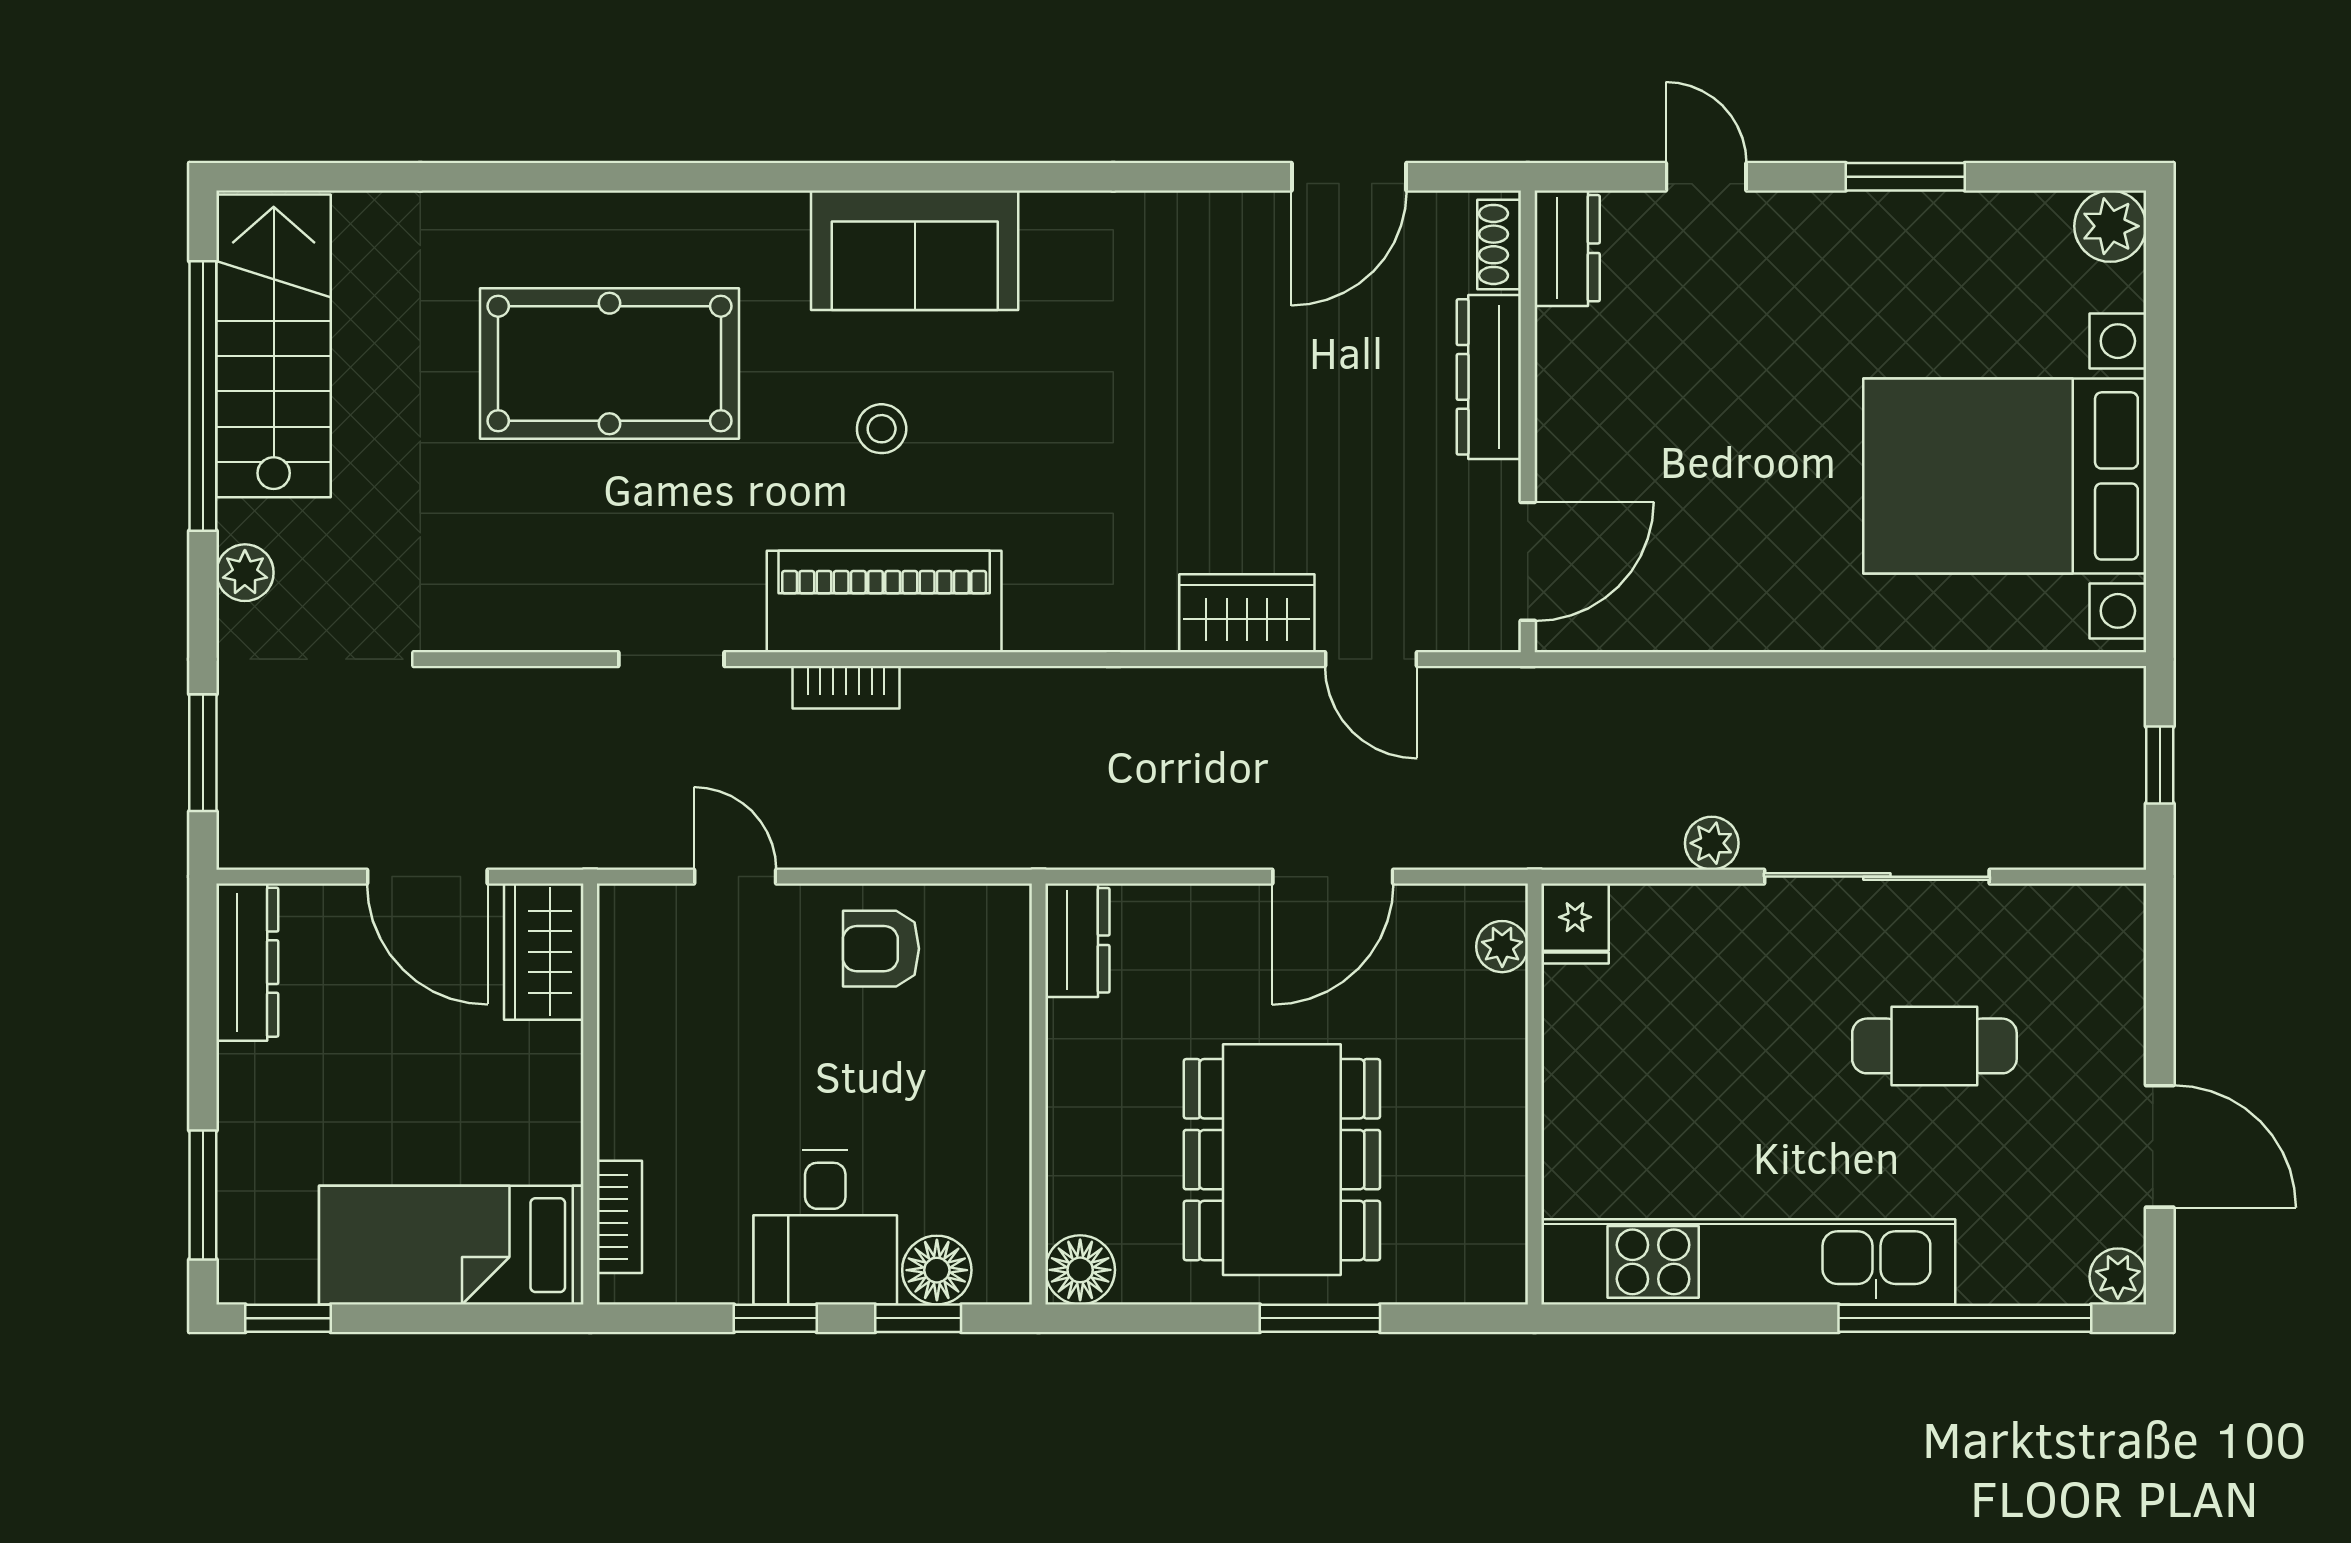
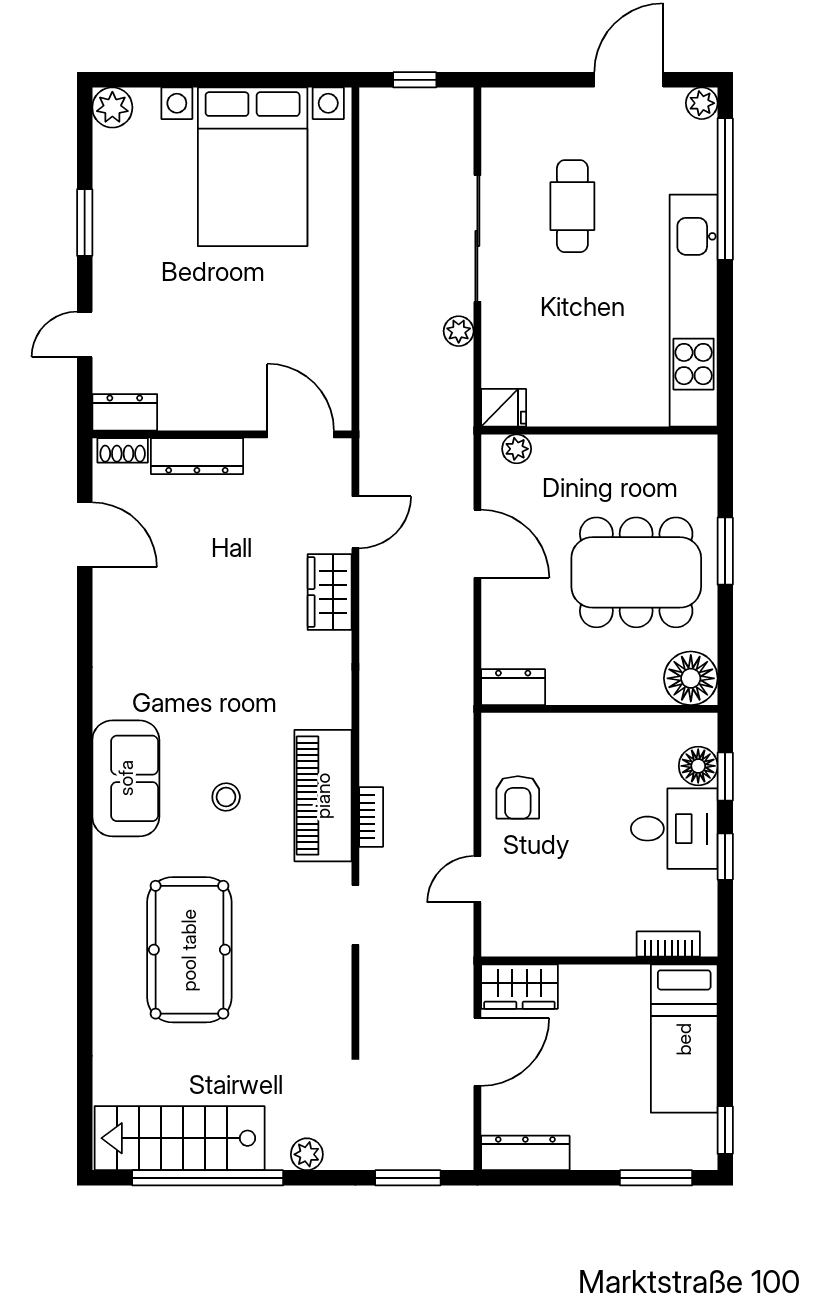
floor lamp: (1080, 1270) -> (691, 678), width x1.38, depth x1.38

